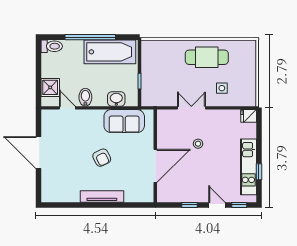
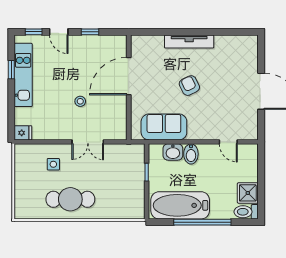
shower: (50, 87) -> (248, 193), moved
bidet: (85, 97) -> (191, 154), moved

